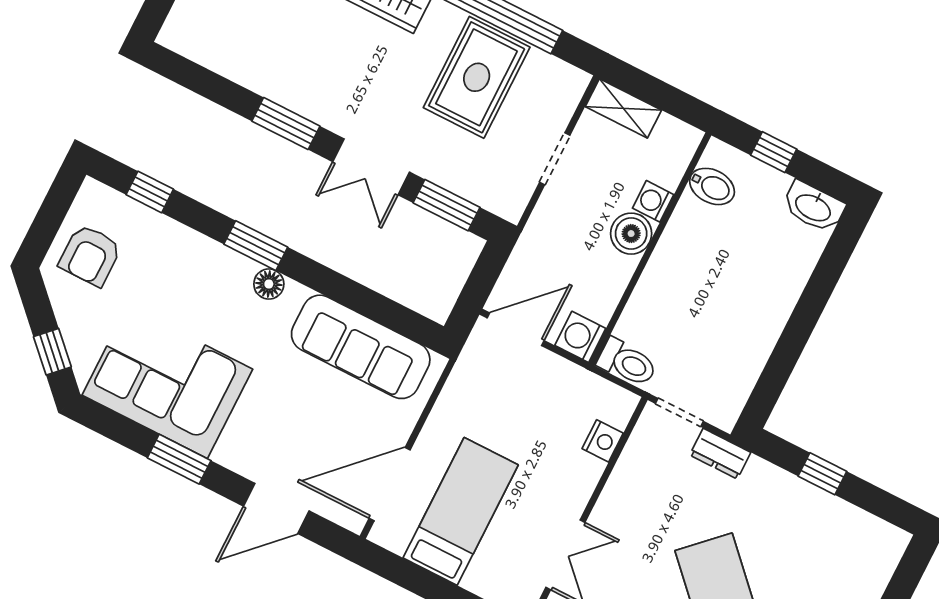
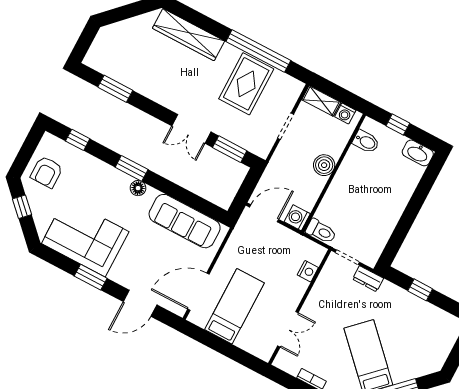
window: (286, 124) -> (115, 89), moved
washing machine: (653, 201) -> (345, 114), moved, turned -90
window: (52, 352) -> (22, 207), moved

